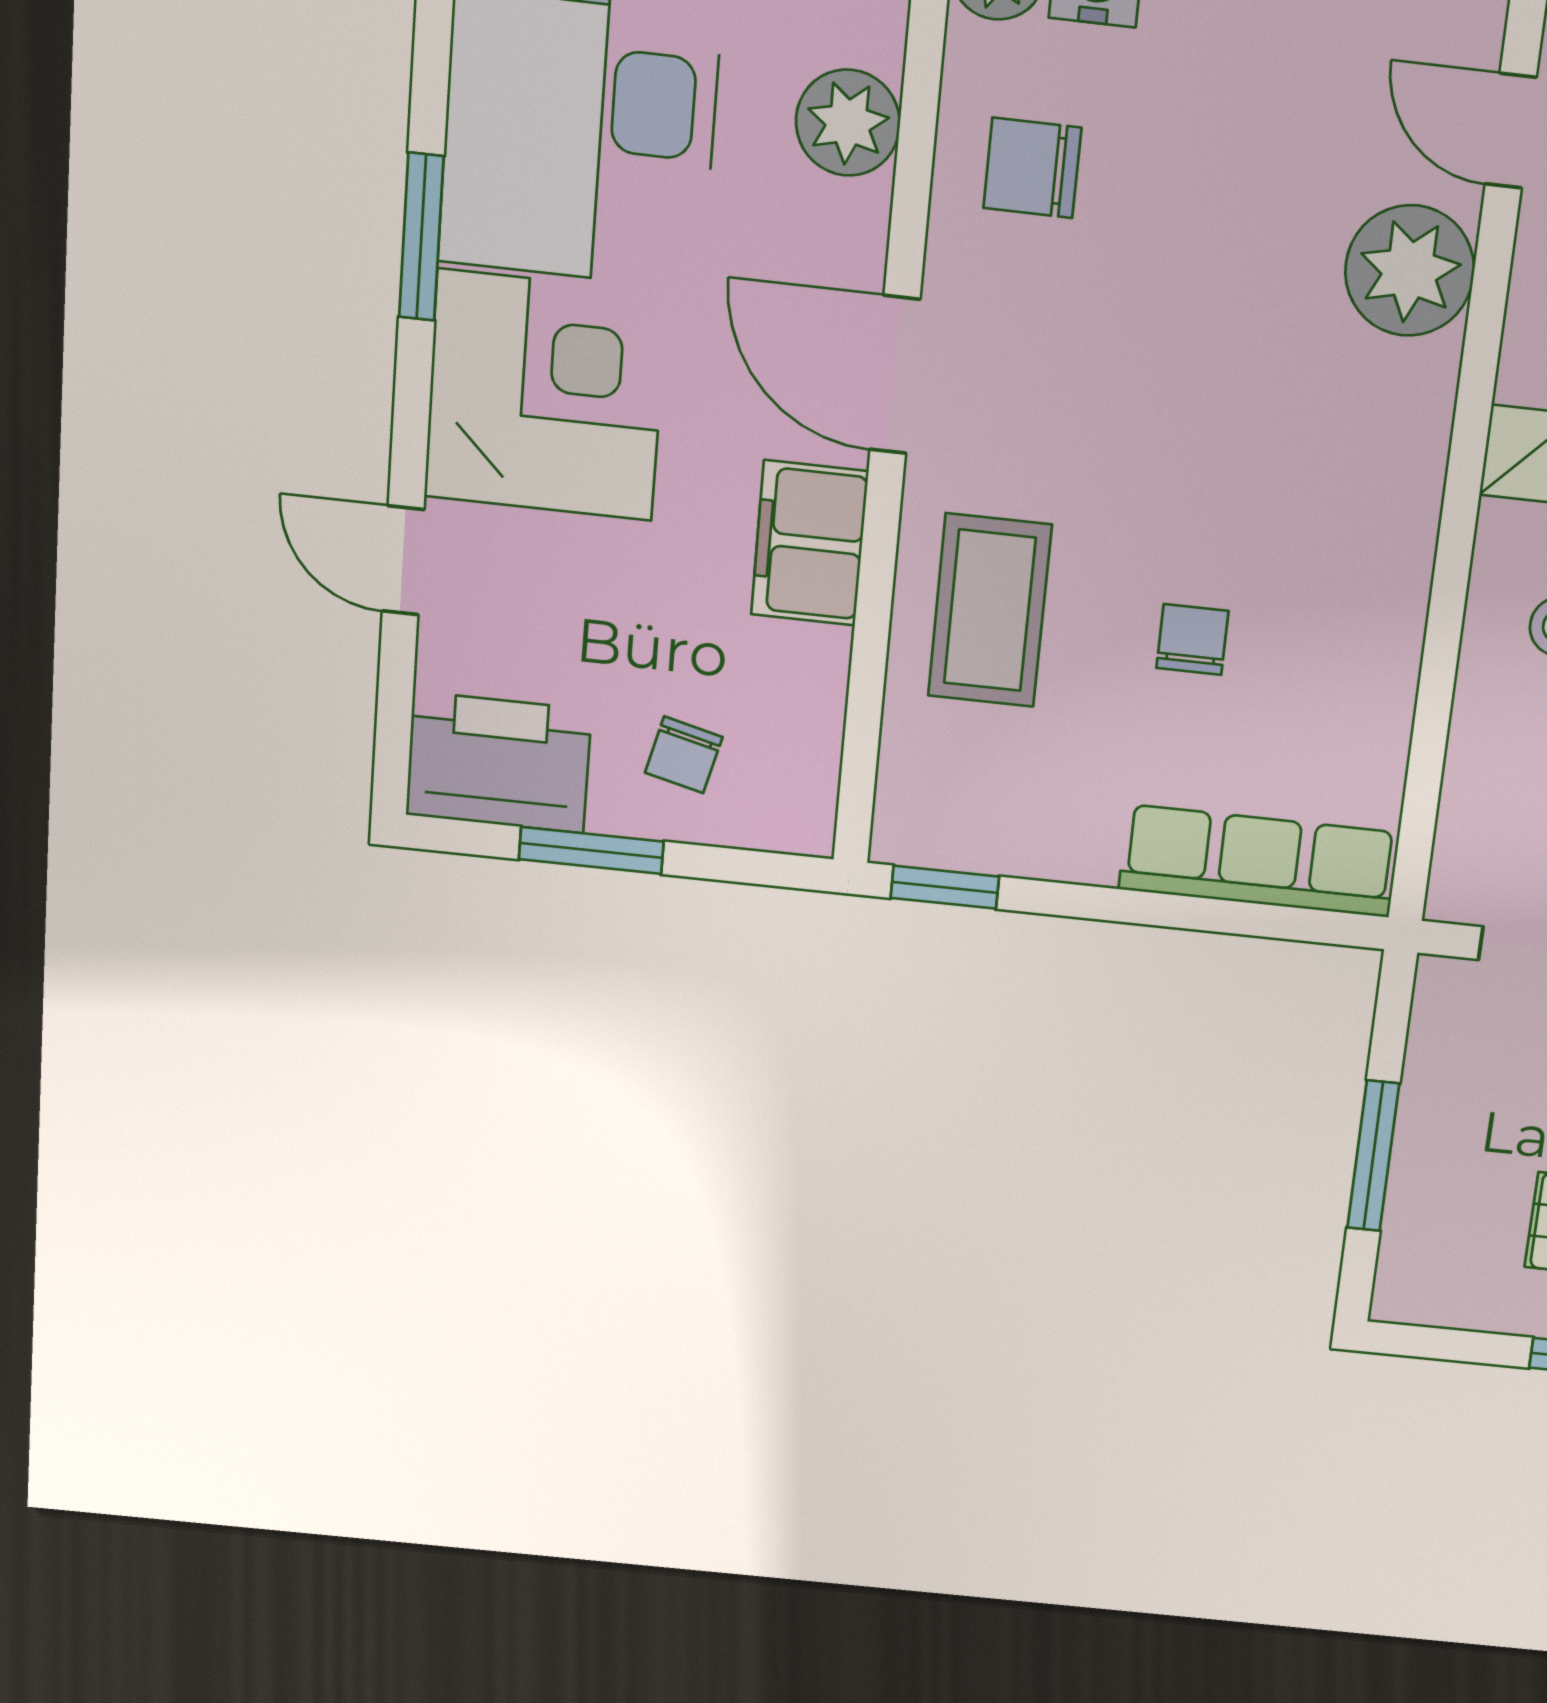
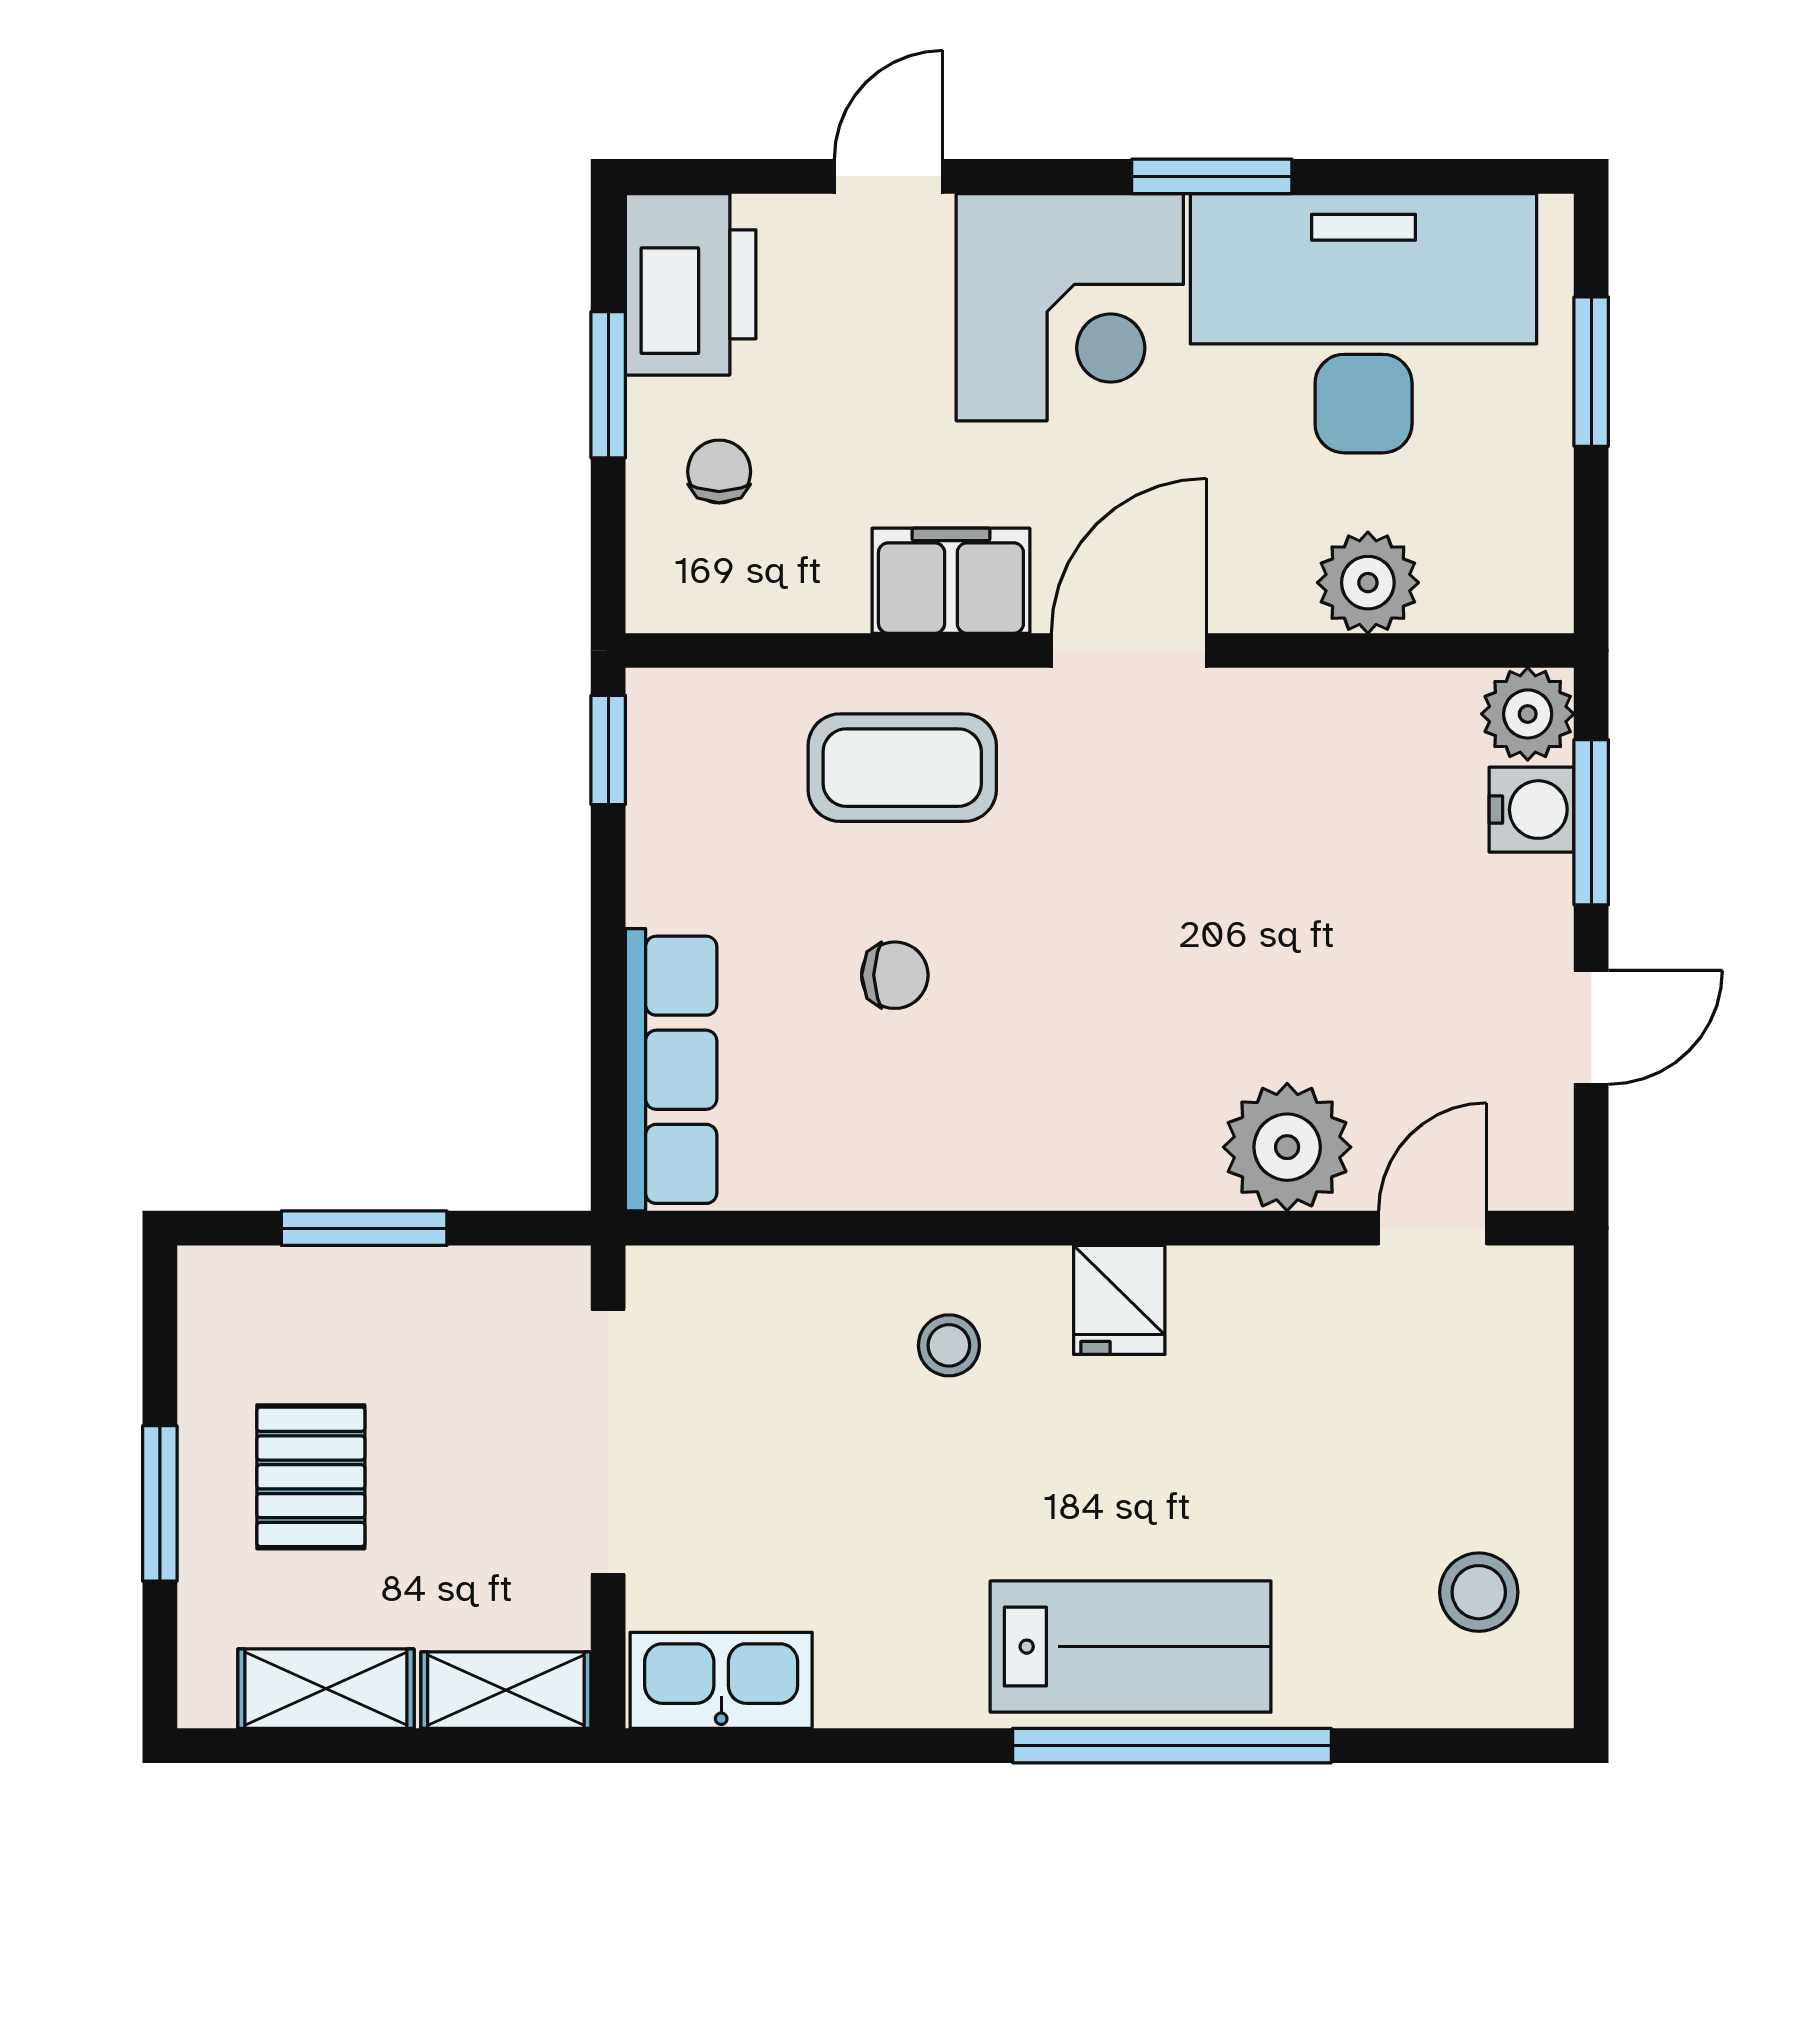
chair: (1032, 168) -> (1345, 766), removed
chair: (684, 755) -> (719, 471), turned 76

